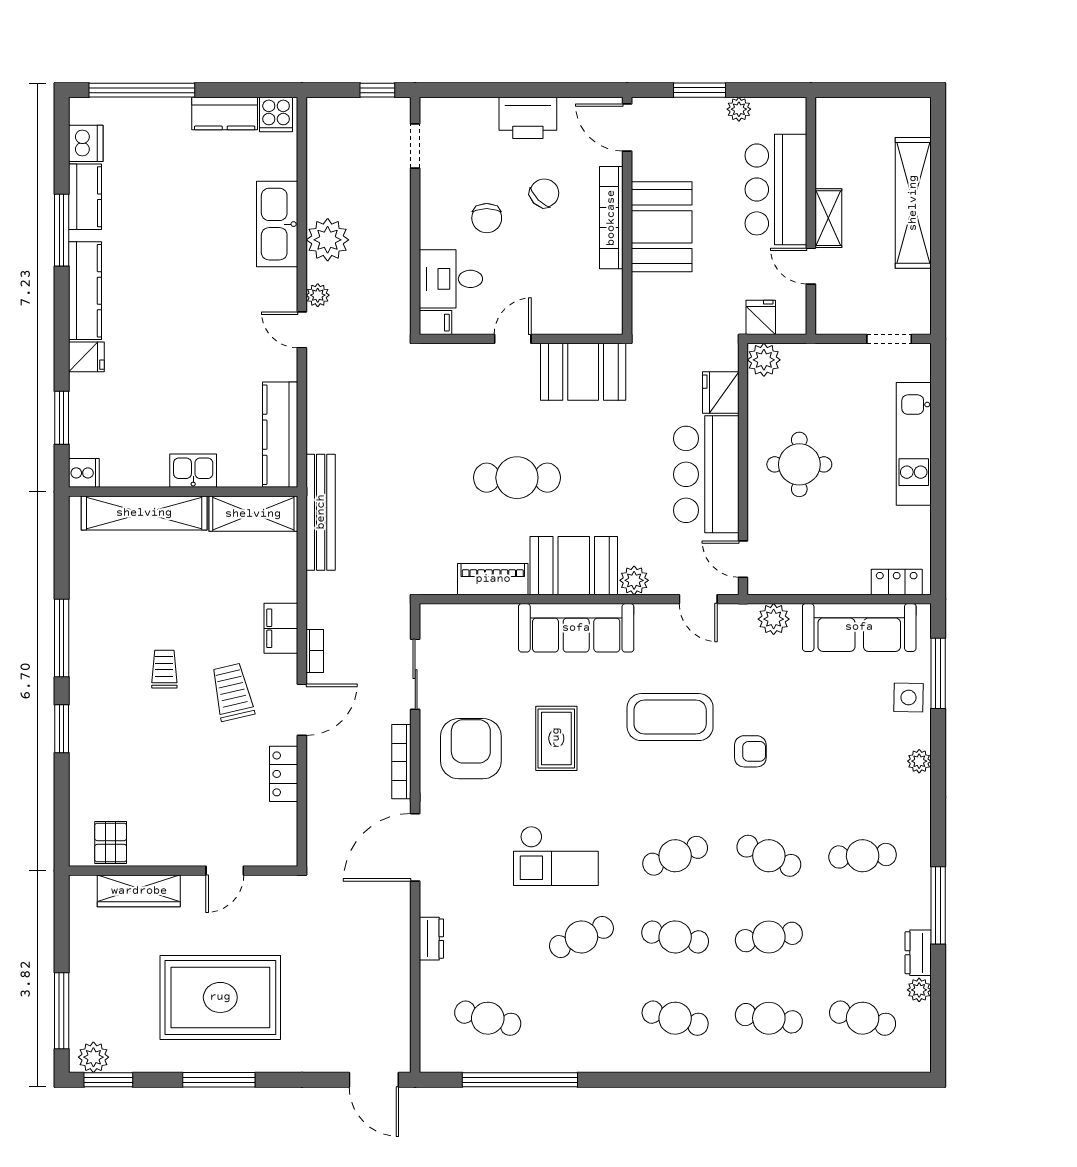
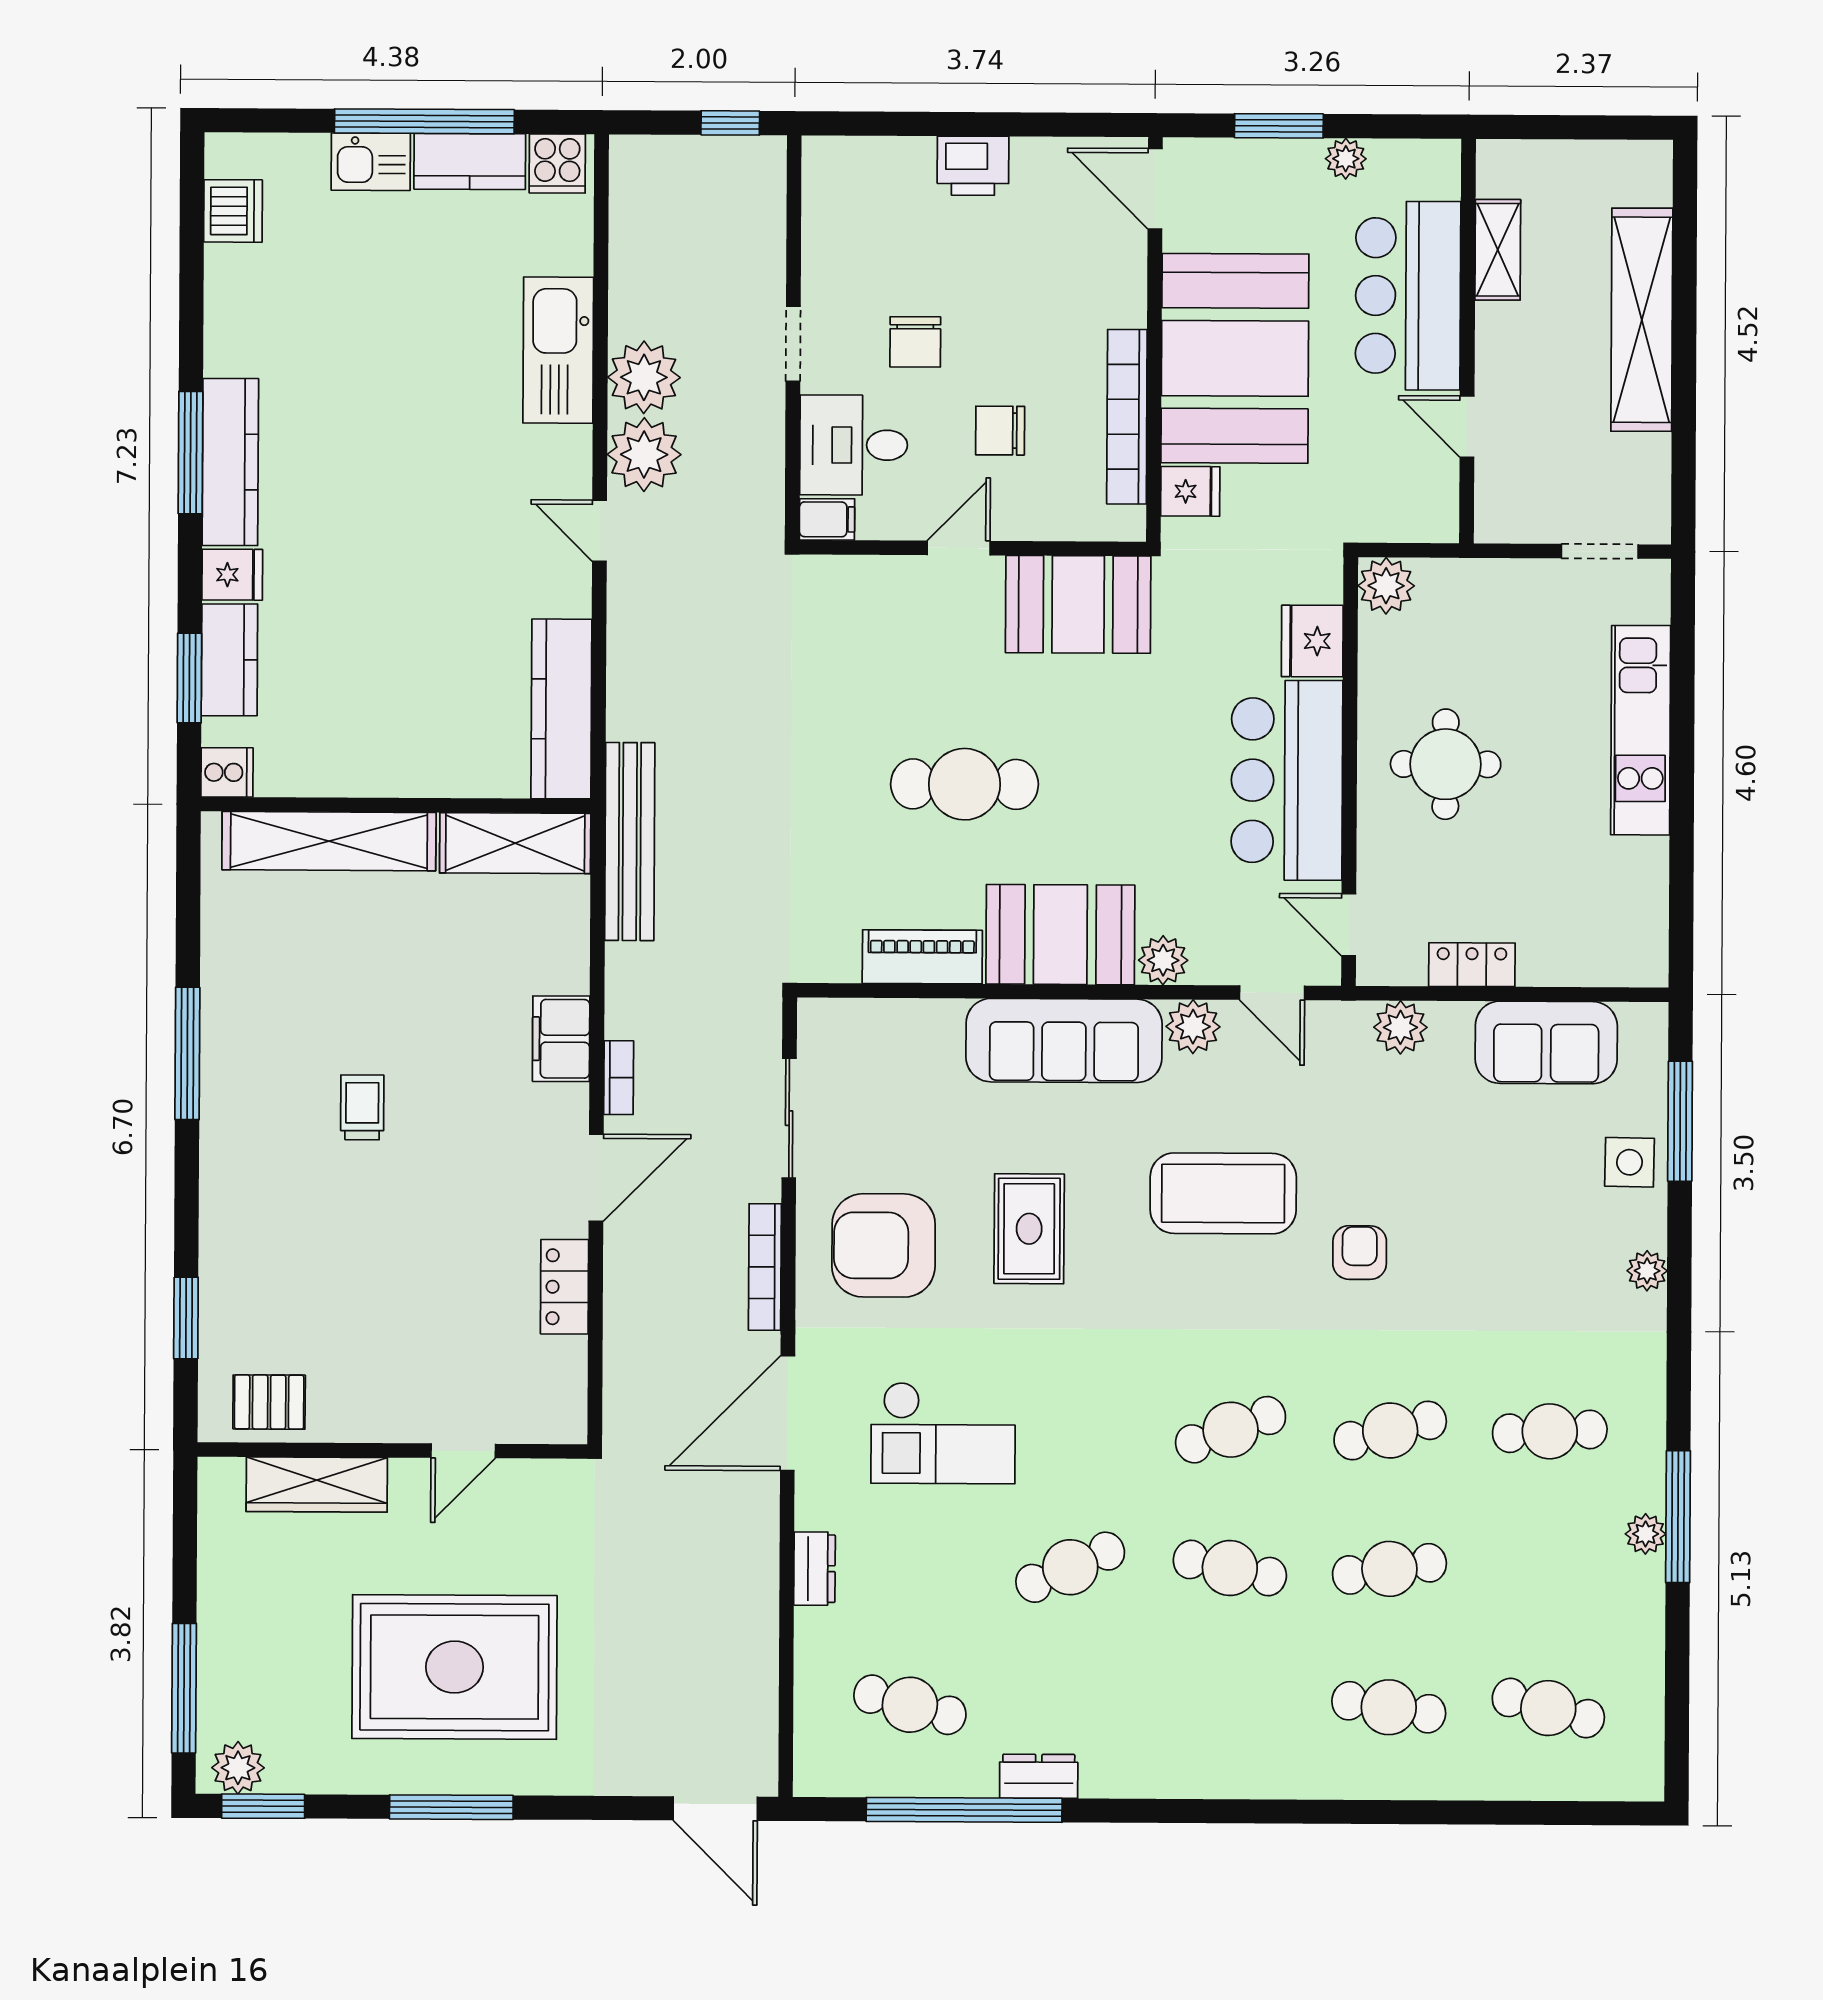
window: (142, 90) -> (424, 121), moved
printer: (528, 118) -> (973, 166), width x0.73, depth x0.84
doorway: (415, 146) -> (793, 344), moved
chair: (544, 193) -> (1000, 431), moved, turned -135
kitchen counter: (85, 197) -> (229, 660), moved
bookcase: (611, 218) -> (1127, 417), moved
shelving: (828, 218) -> (1498, 250), moved
booth: (662, 227) -> (1235, 358), width x1.36, depth x1.42
window: (62, 230) -> (191, 453), moved
plant: (318, 295) -> (644, 455), width x1.88, depth x1.88
fridge: (761, 317) -> (1190, 491), moved, turned 90
kitchen sink: (193, 471) -> (371, 162), moved, turned 180
locker: (897, 582) -> (1472, 965), moved
plant: (652, 619) -> (1193, 1027), added
sofa: (859, 627) -> (1546, 1042), width x0.73
trolley: (232, 692) -> (478, 1147), removed
window: (62, 729) -> (186, 1318), moved
armchair: (471, 749) -> (884, 1245), turned -90
armchair: (750, 751) -> (1360, 1253), turned -90
pallet: (111, 842) -> (269, 1402), turned 90
checkout: (556, 856) -> (943, 1433), moved
cafe table: (769, 856) -> (1390, 1431), turned -39
dresser: (918, 953) -> (1039, 1776), moved, turned 90
plant: (919, 990) -> (1646, 1534), moved
cafe table: (675, 1018) -> (1229, 1706), removed

